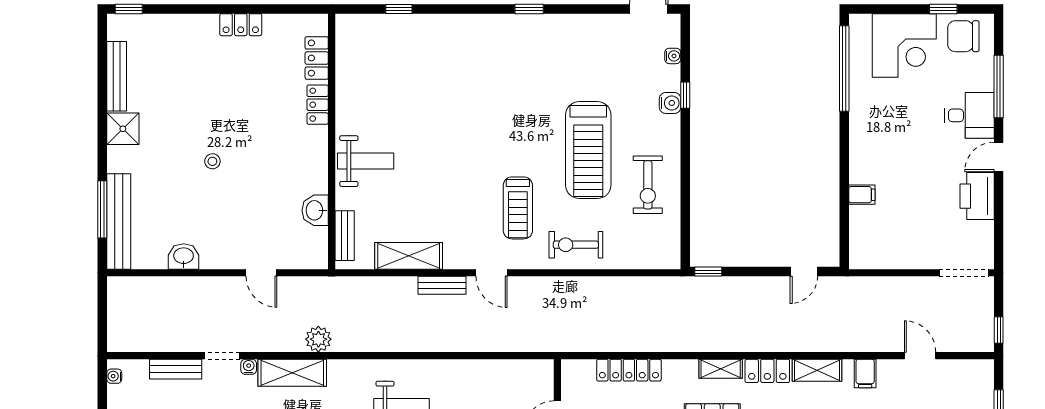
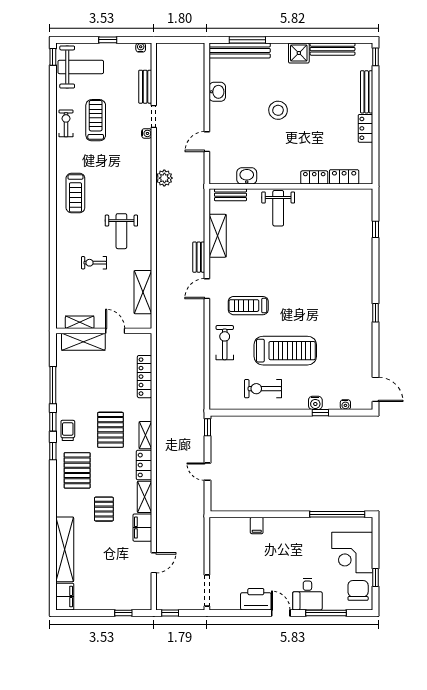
bench: (184, 23) -> (367, 92), added
treadmill: (588, 150) -> (285, 351), turned 180
stool: (212, 161) -> (278, 110), width x1.89, depth x1.89
door: (804, 272) -> (208, 472), moved
shelving: (292, 373) -> (143, 292), moved
filing cabinet: (865, 373) -> (142, 528), width x2.00

